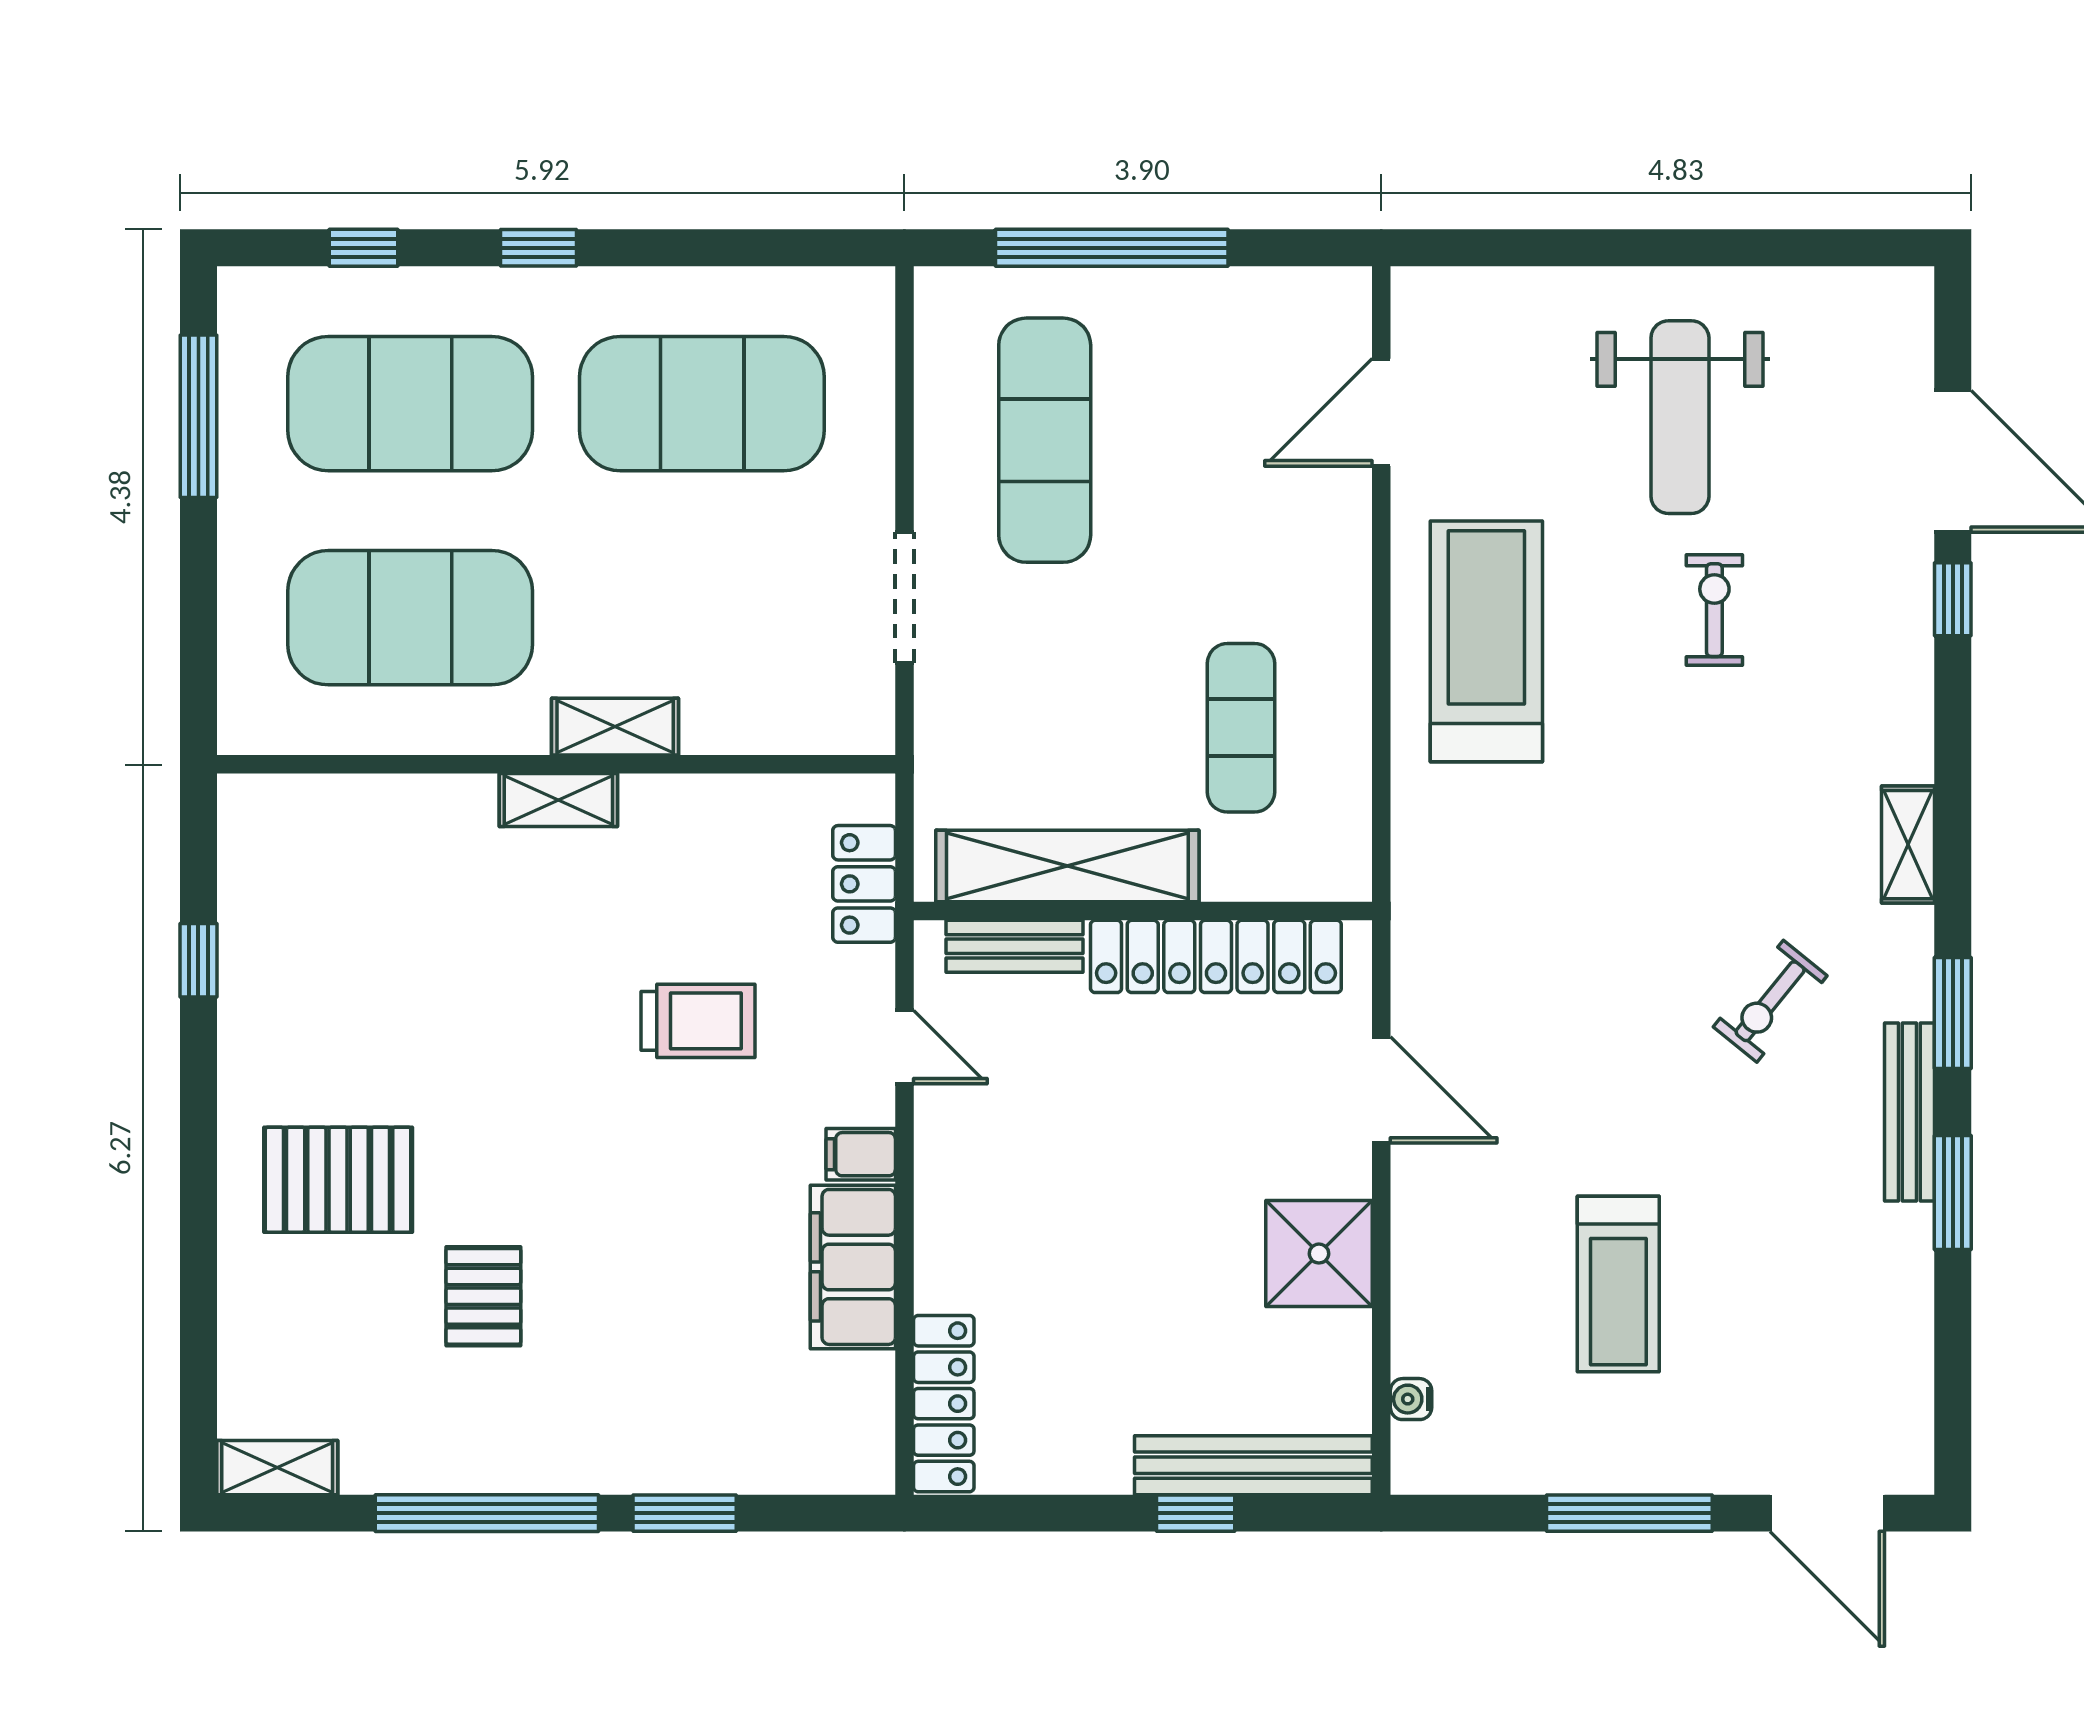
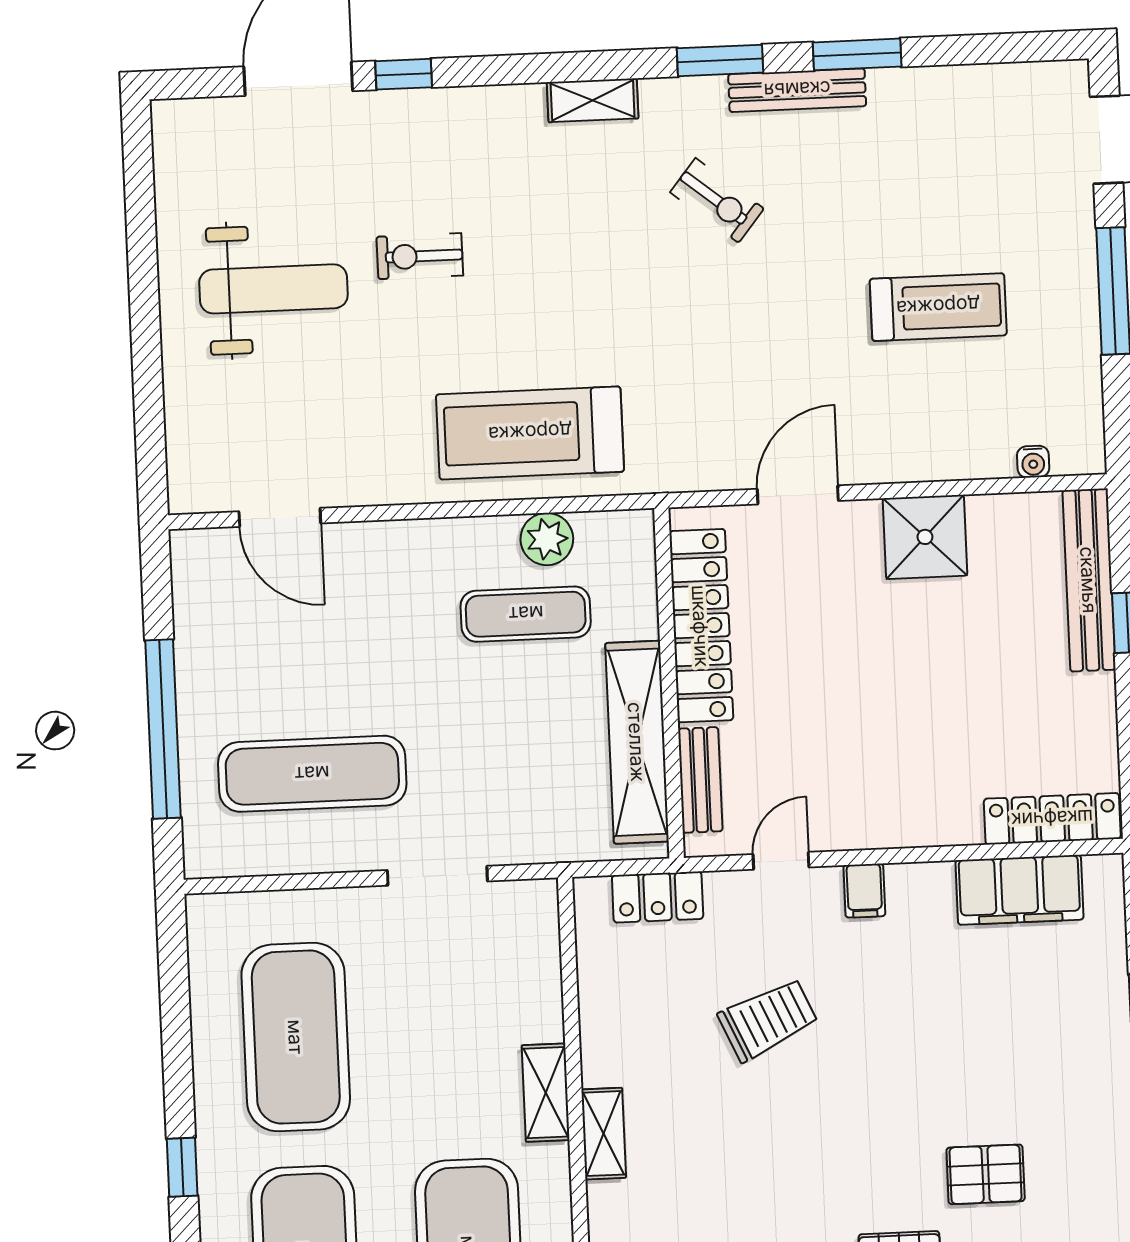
treadmill: (1486, 641) -> (530, 433), moved
plant: (1338, 760) -> (547, 539), added
trolley: (698, 1021) -> (768, 1019), turned 66
filing cabinet: (853, 1267) -> (1019, 890), moved

